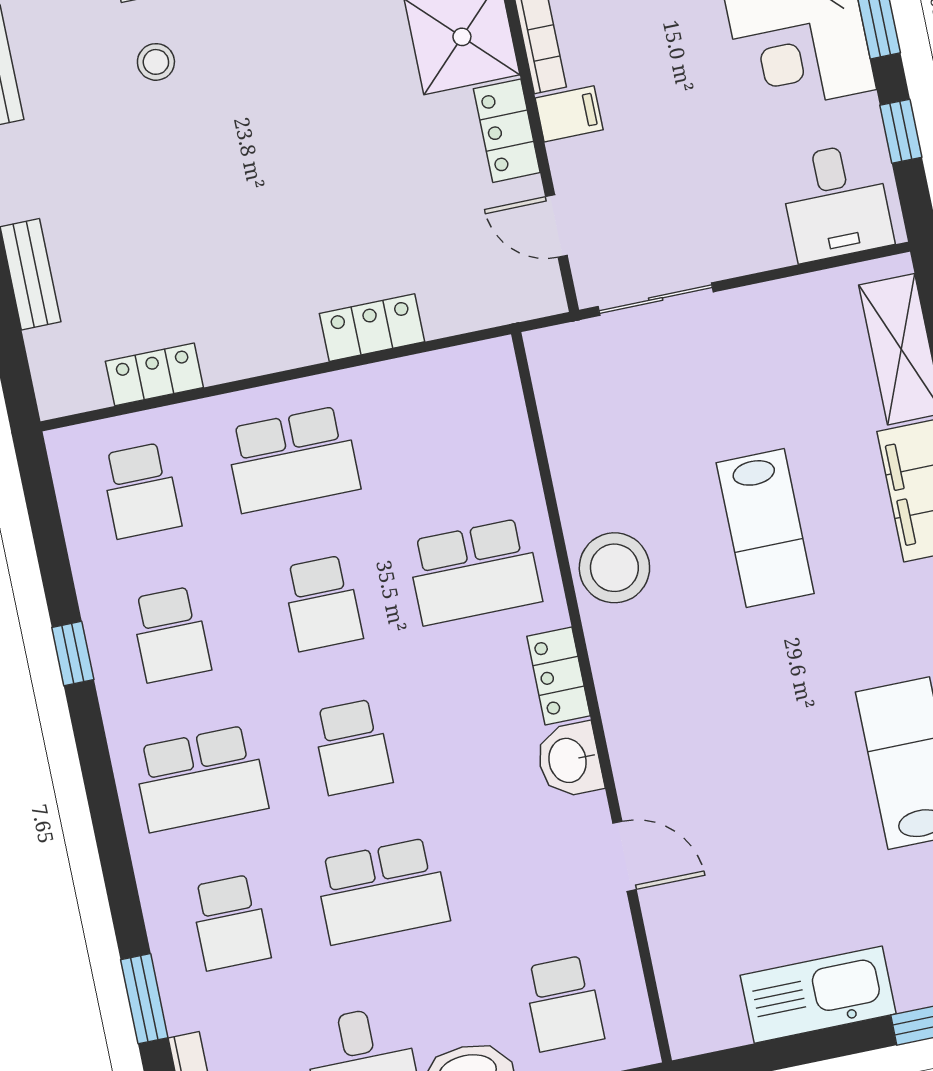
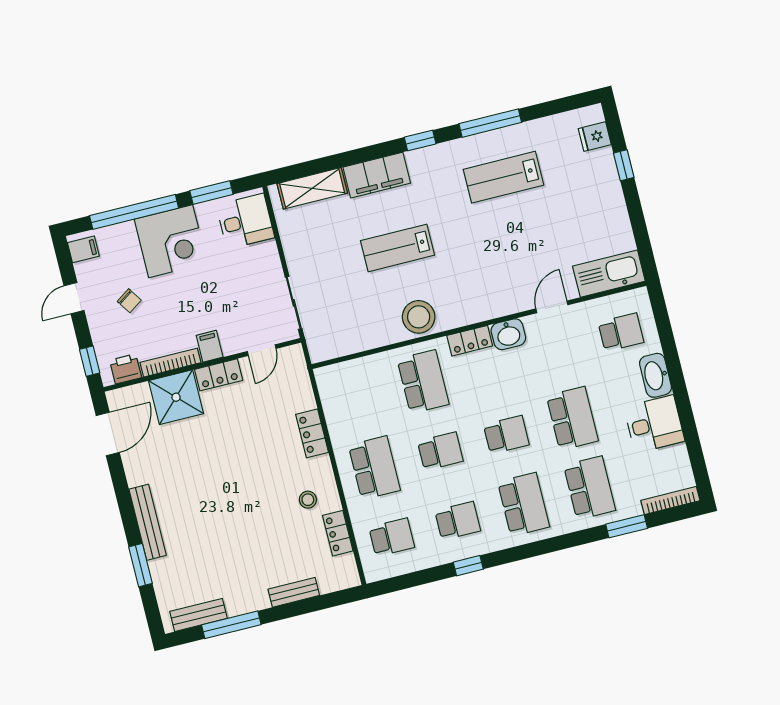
stool: (156, 62) -> (308, 500), moved
window: (901, 131) -> (211, 193), width x1.50
lab bench: (765, 528) -> (397, 248), turned 180
school desk: (230, 922) -> (590, 488), width x1.85
kitchen sink: (818, 995) -> (609, 274), moved, turned 90

